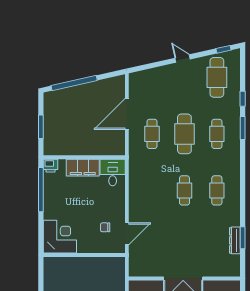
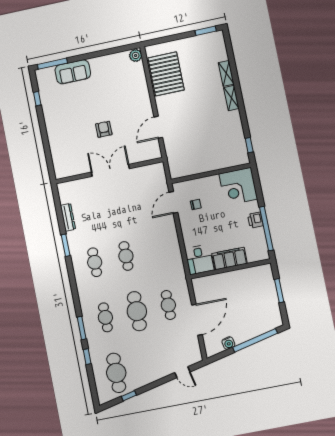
window: (224, 49) -> (129, 396), moved
door: (183, 59) -> (182, 372), moved
water cooler: (101, 85) -> (228, 343), added
printer: (51, 166) -> (255, 220), moved, turned -90
window: (243, 238) -> (66, 245), moved
window: (41, 275) -> (249, 145), added

